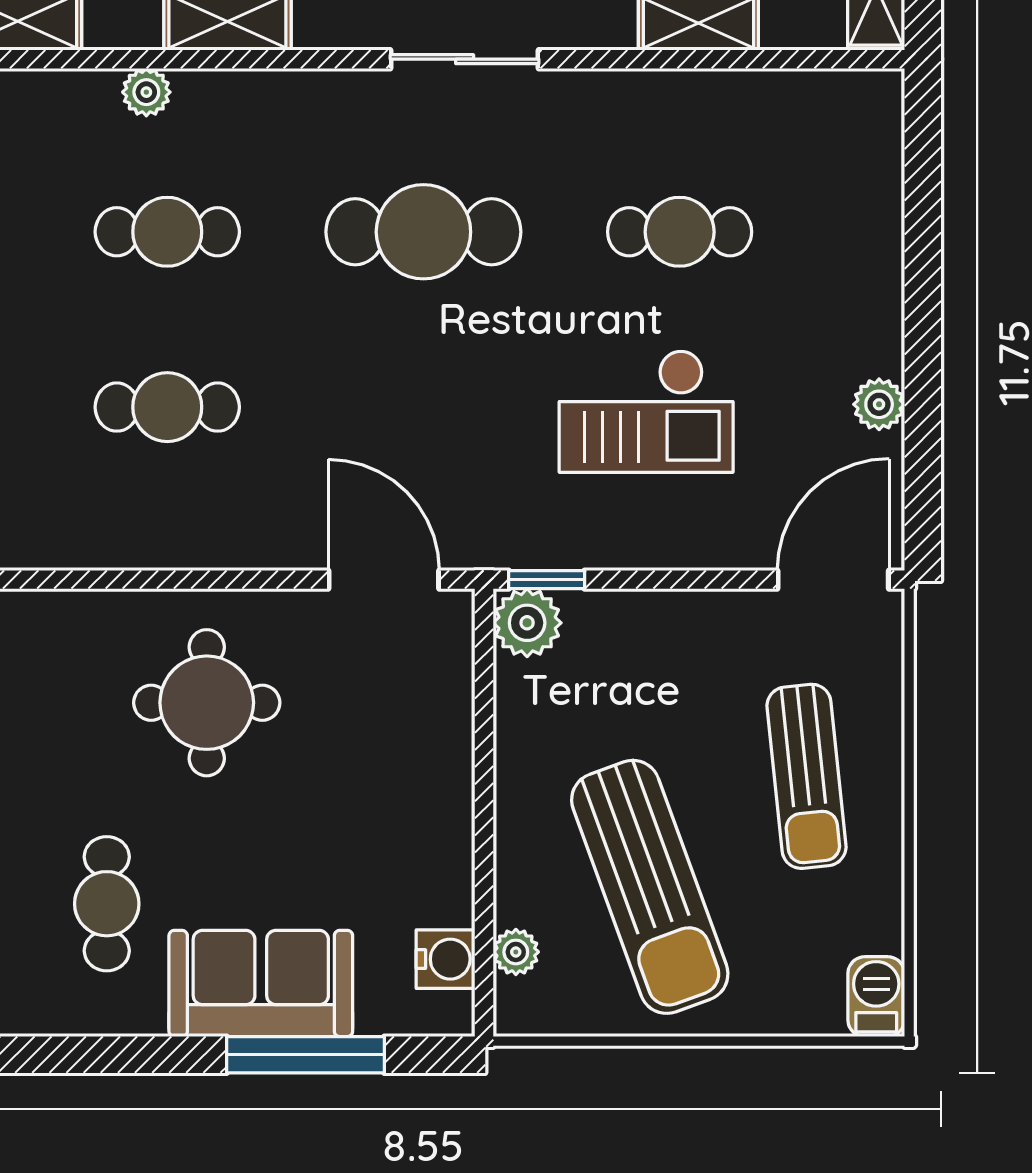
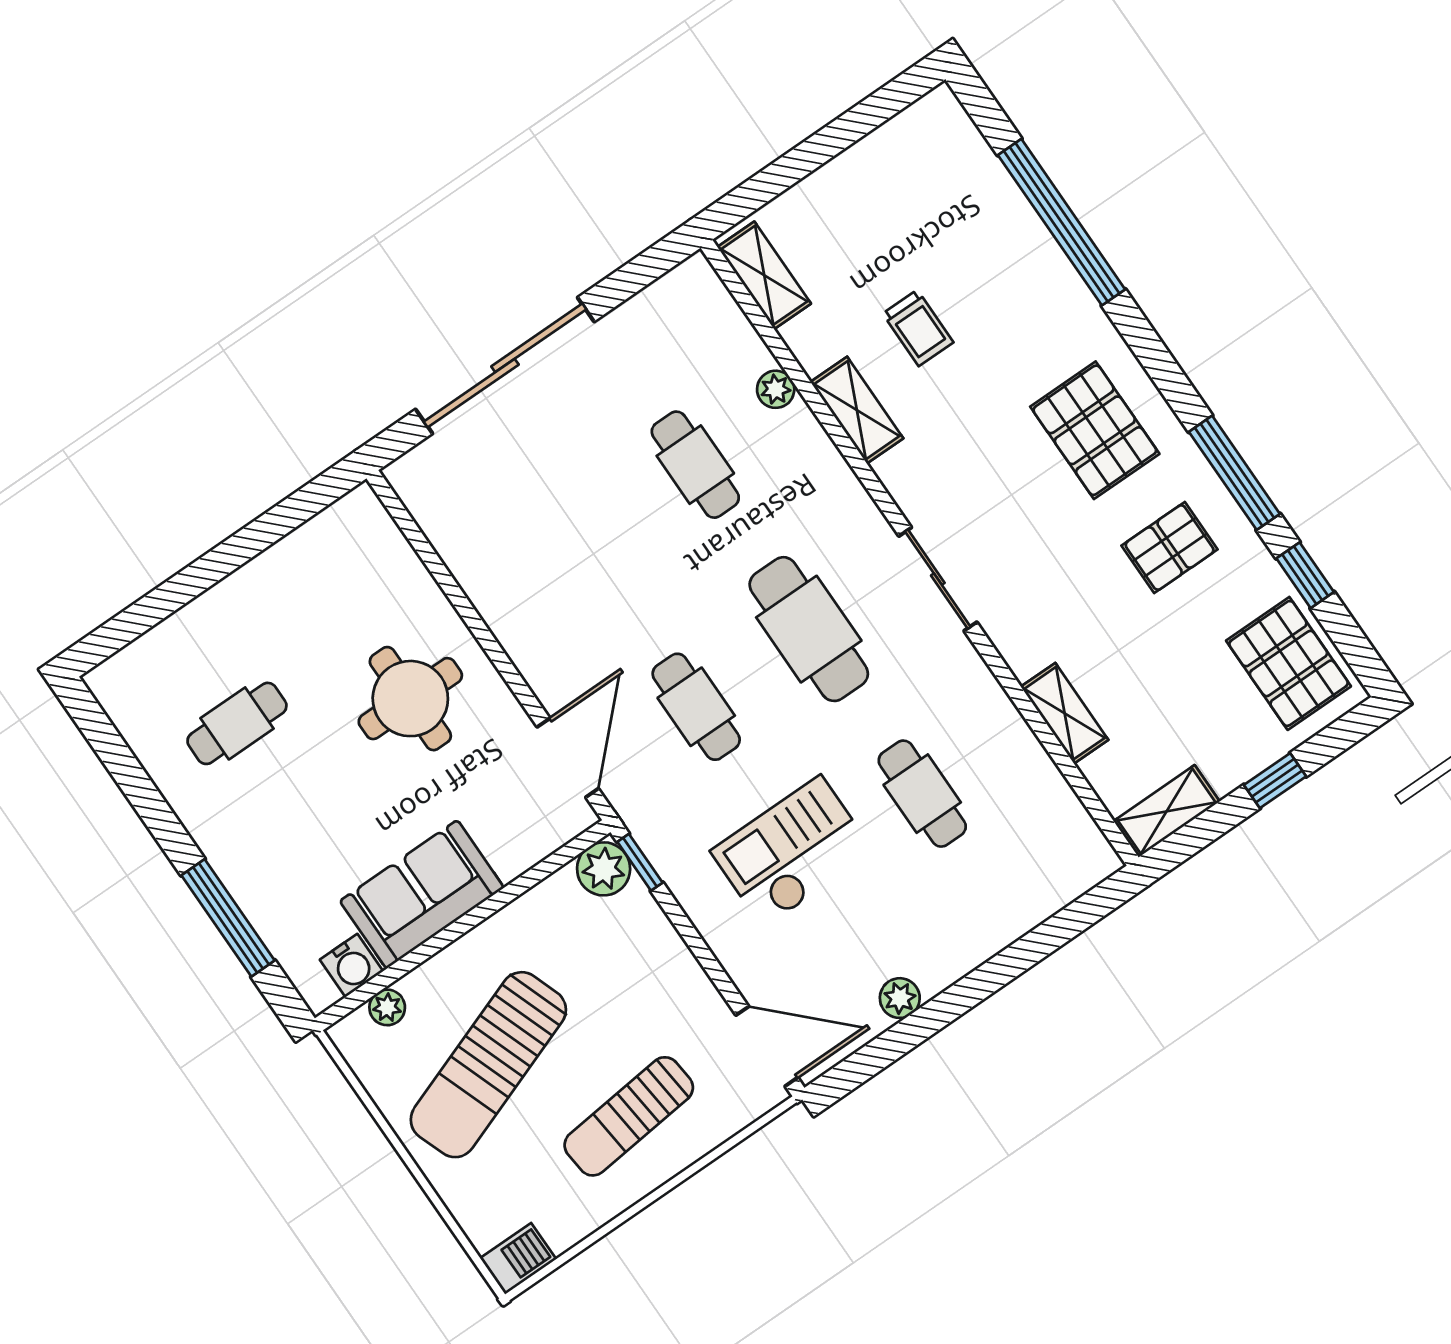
cafe table: (167, 407) -> (696, 707), moved
checkout: (646, 411) -> (792, 852), turned 90
sofa: (261, 983) -> (422, 894), moved, turned -90

